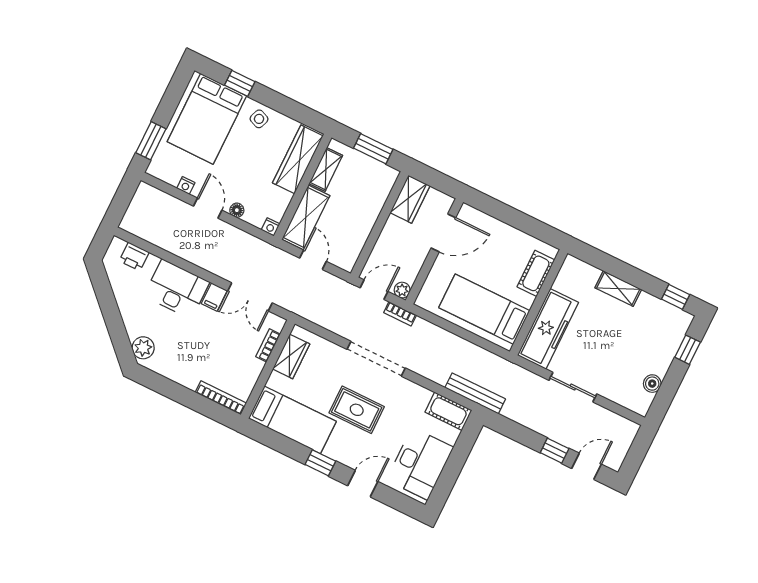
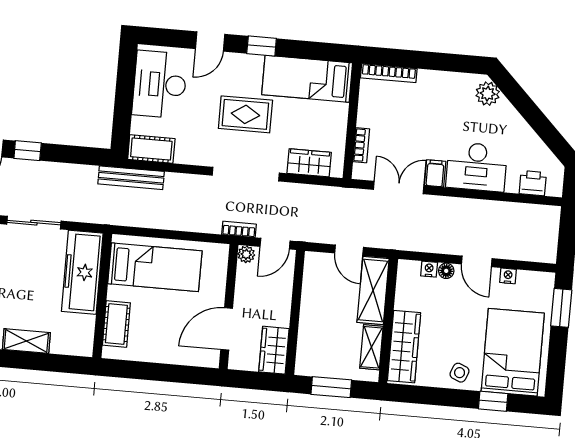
nightstand: (271, 227) -> (429, 269), moved
wardrobe: (291, 356) -> (309, 163), moved, turned 90

